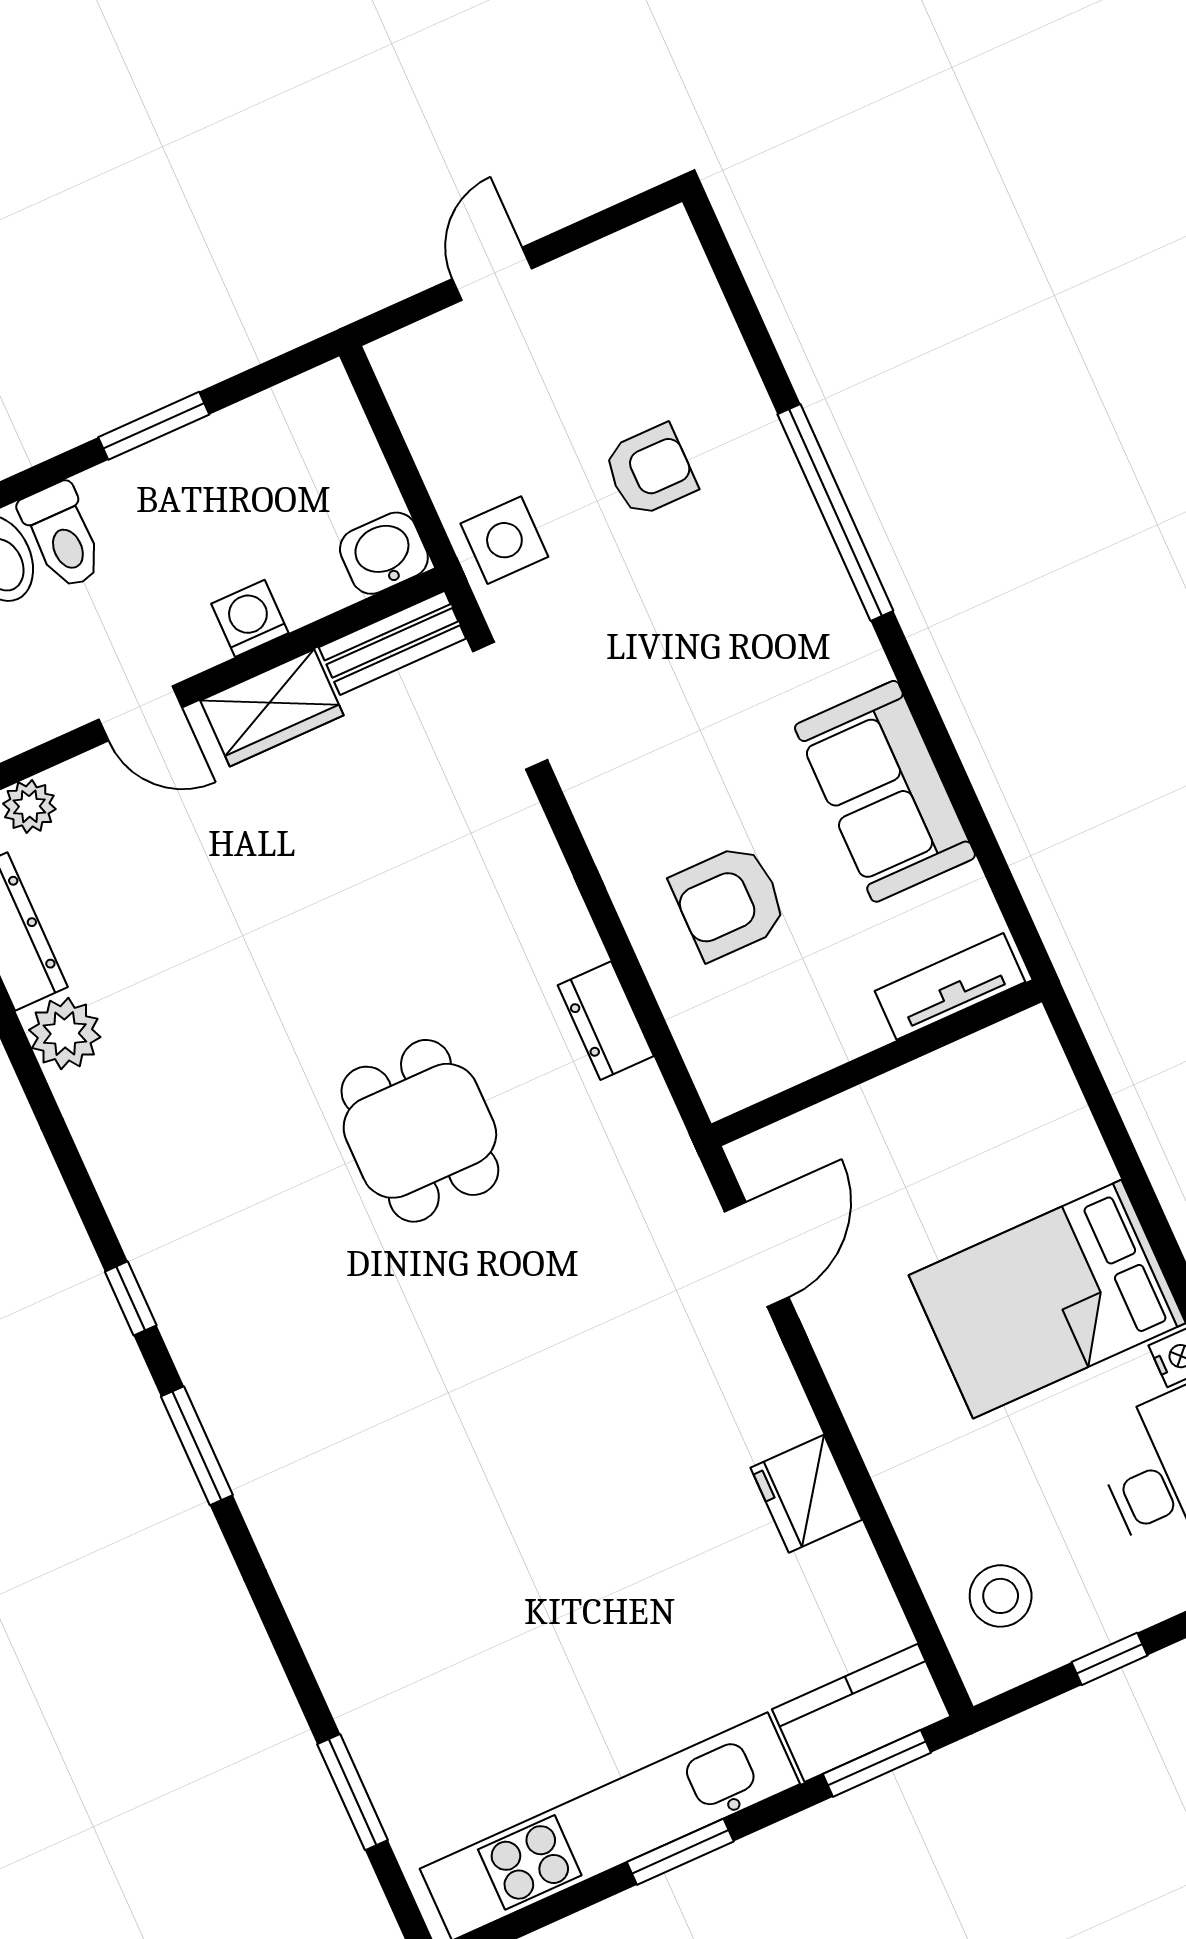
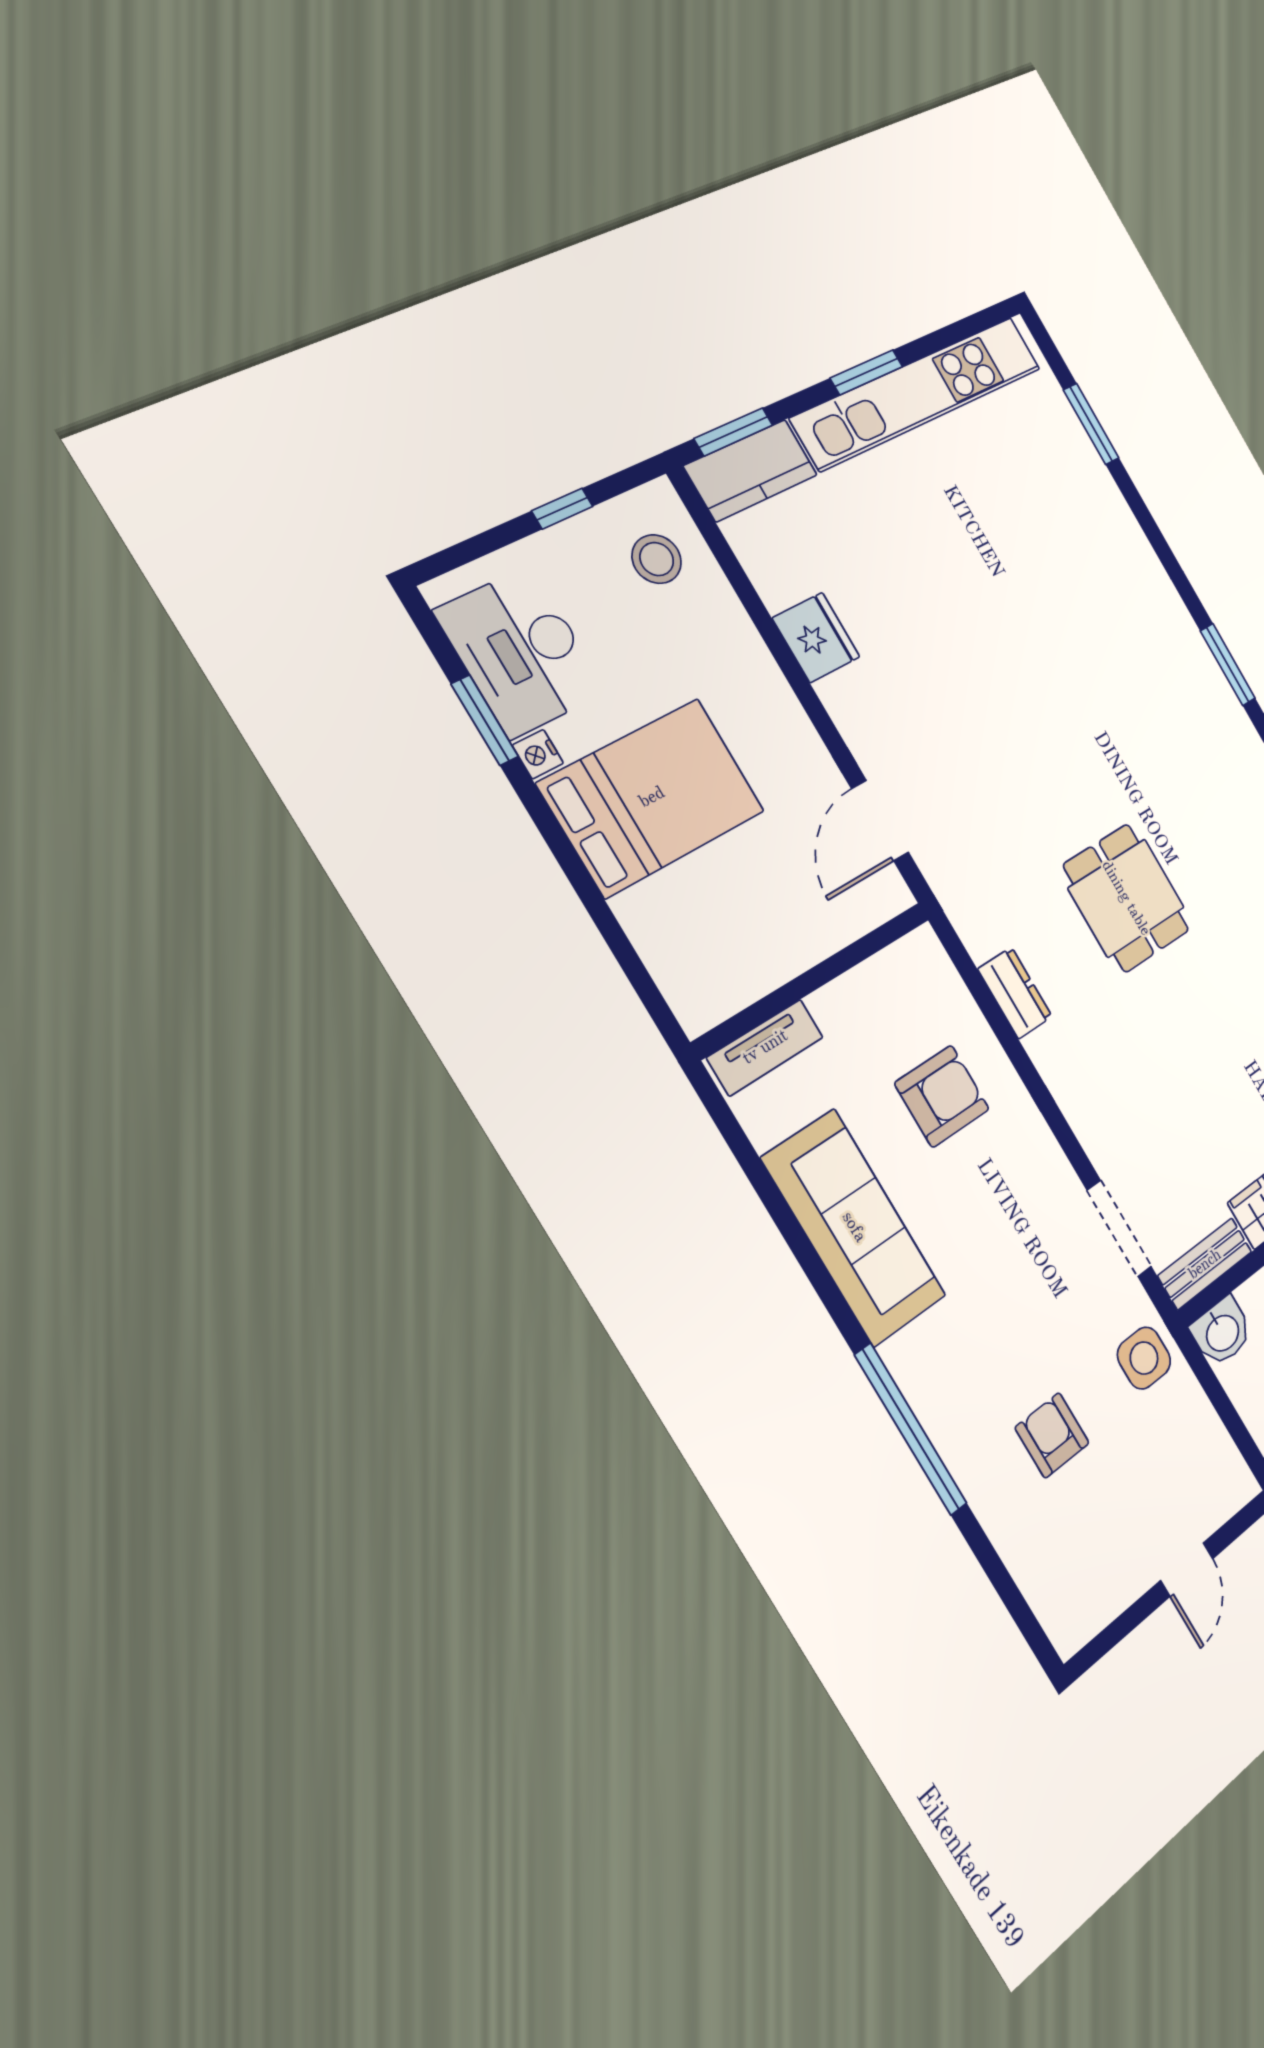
armchair: (650, 470) -> (1052, 1435), turned 90
sofa: (885, 791) -> (854, 1227), width x1.36

